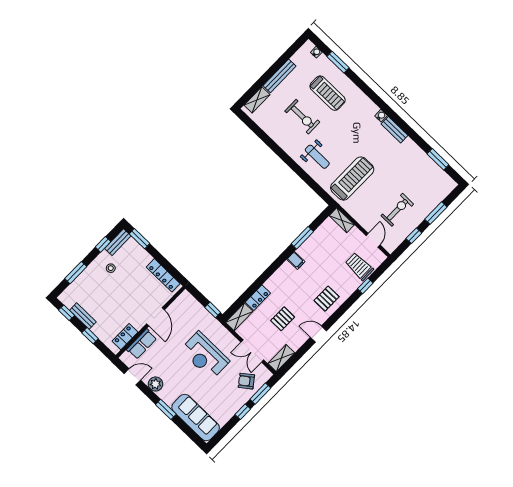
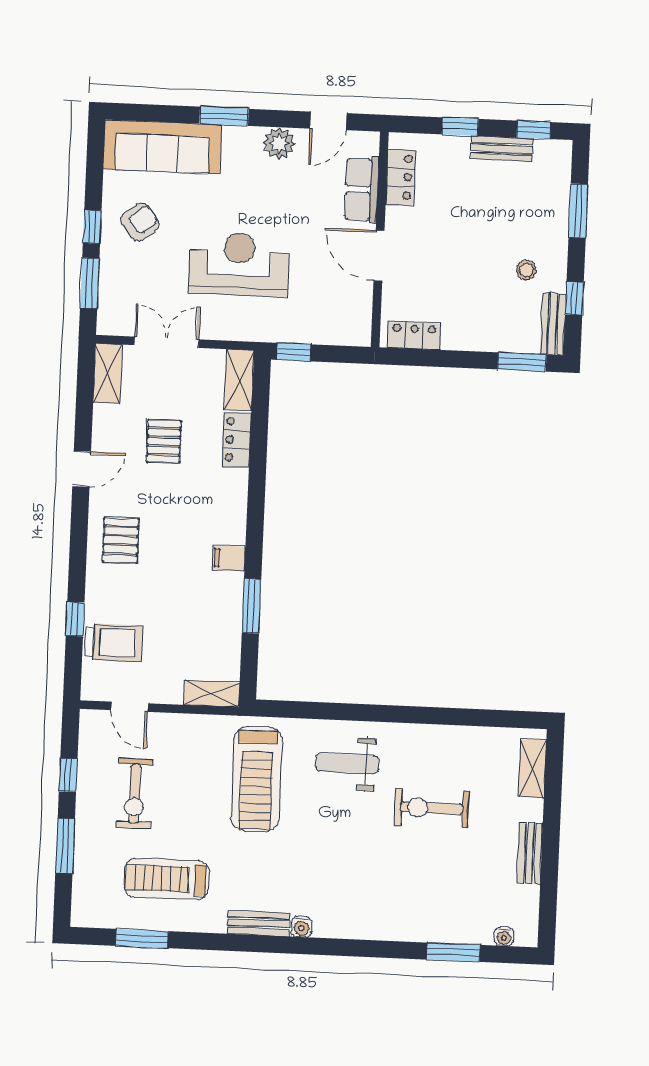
bench: (279, 76) -> (530, 853), width x0.73
treadmill: (328, 93) -> (166, 879), moved
locker: (163, 275) -> (414, 335), width x0.66
armchair: (246, 381) -> (140, 222), moved

